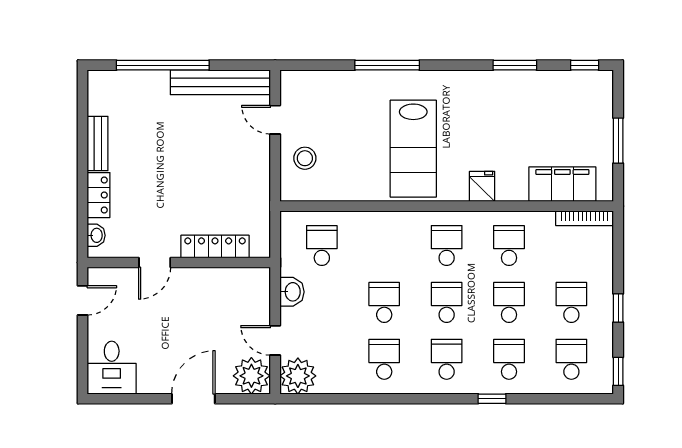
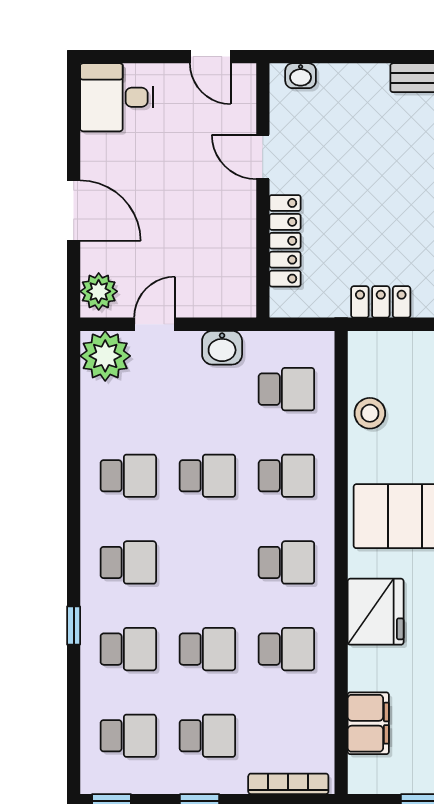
stool: (305, 158) -> (370, 413), moved
filing cabinet: (562, 184) -> (368, 723), width x0.67, depth x0.86
fridge: (482, 186) -> (376, 612), width x1.88, depth x1.34
locker: (99, 195) -> (381, 302), moved, turned 180
bookcase: (585, 218) -> (288, 784), moved, turned 90
school desk: (447, 302) -> (286, 476), moved
plant: (251, 376) -> (99, 291), width x0.73, depth x0.73

